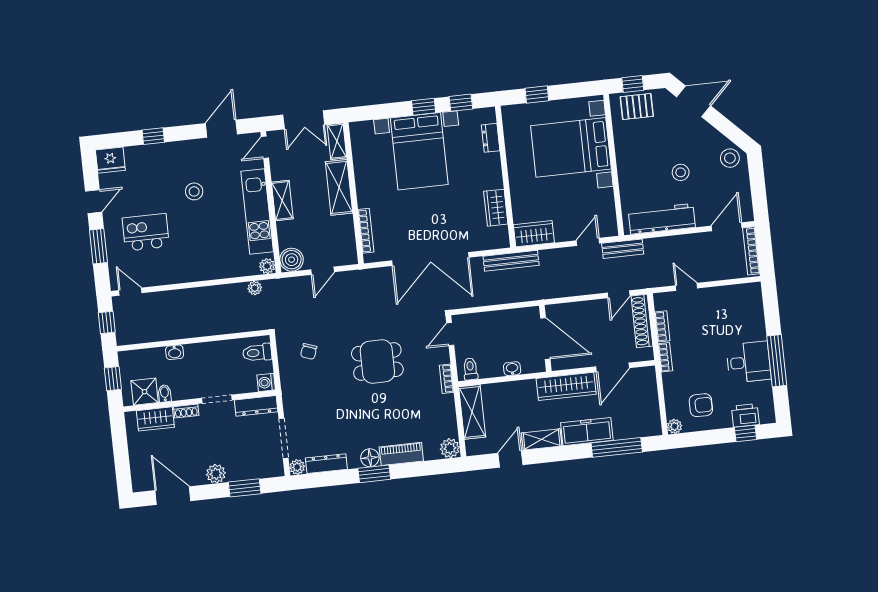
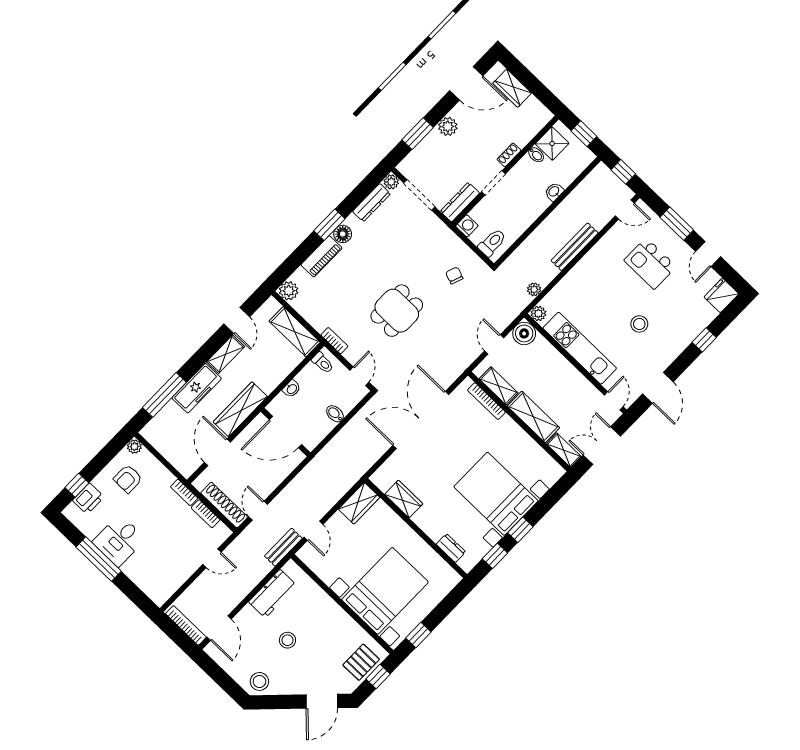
window: (537, 94) -> (418, 635), moved
shelving: (282, 200) -> (499, 386), moved
workbench: (662, 219) -> (273, 594), width x0.73
kitchen island: (146, 232) -> (650, 263), turned 90
bench: (511, 261) -> (575, 247), moved
bidet: (494, 320) -> (335, 414), added
wardrobe: (155, 419) -> (512, 88), moved, turned -90

